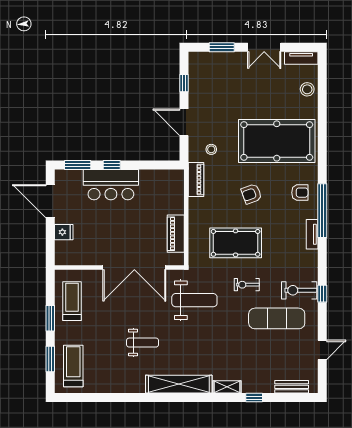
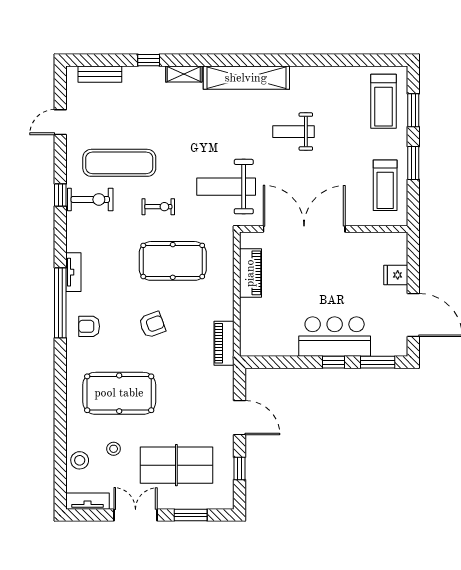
table tennis table: (233, 86) -> (176, 465), added
pool table: (277, 141) -> (119, 393), width x0.73, depth x0.76
stool: (211, 149) -> (114, 449), moved

